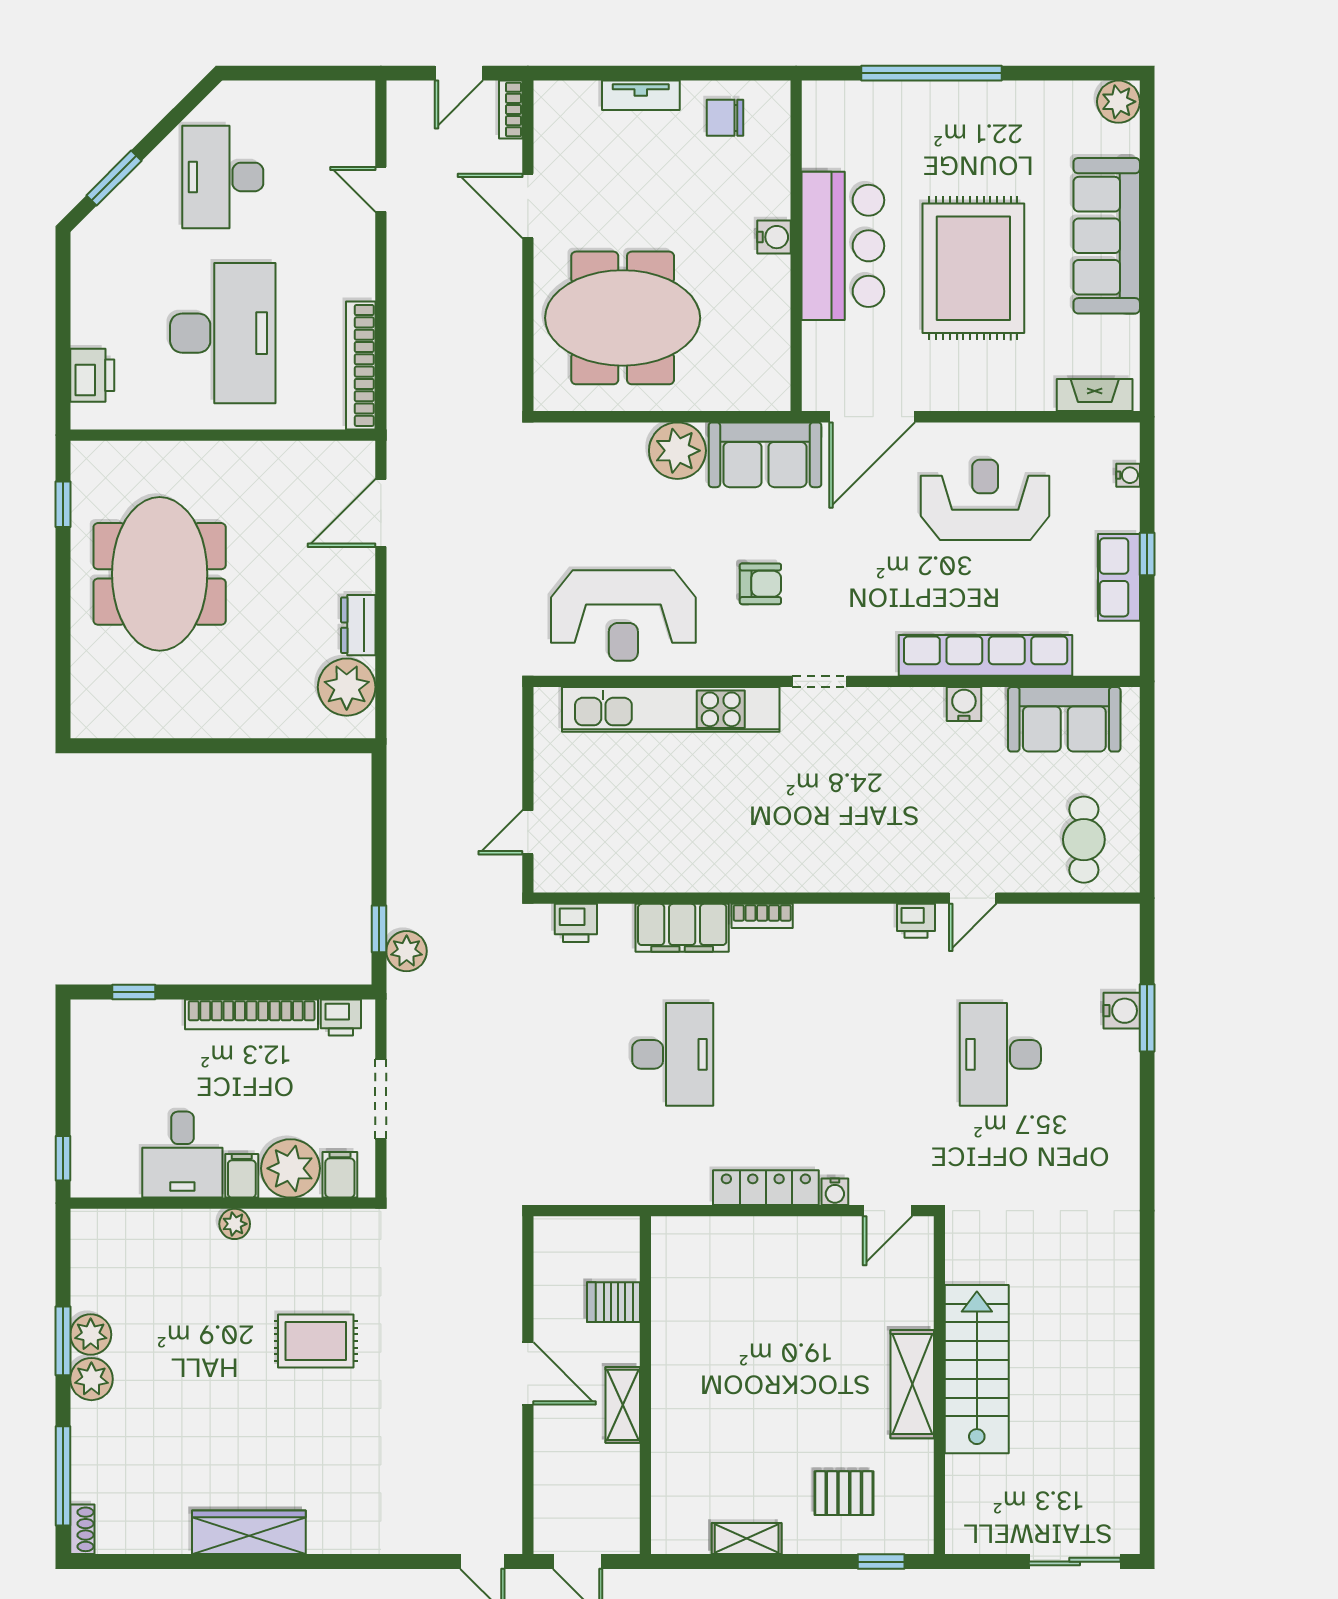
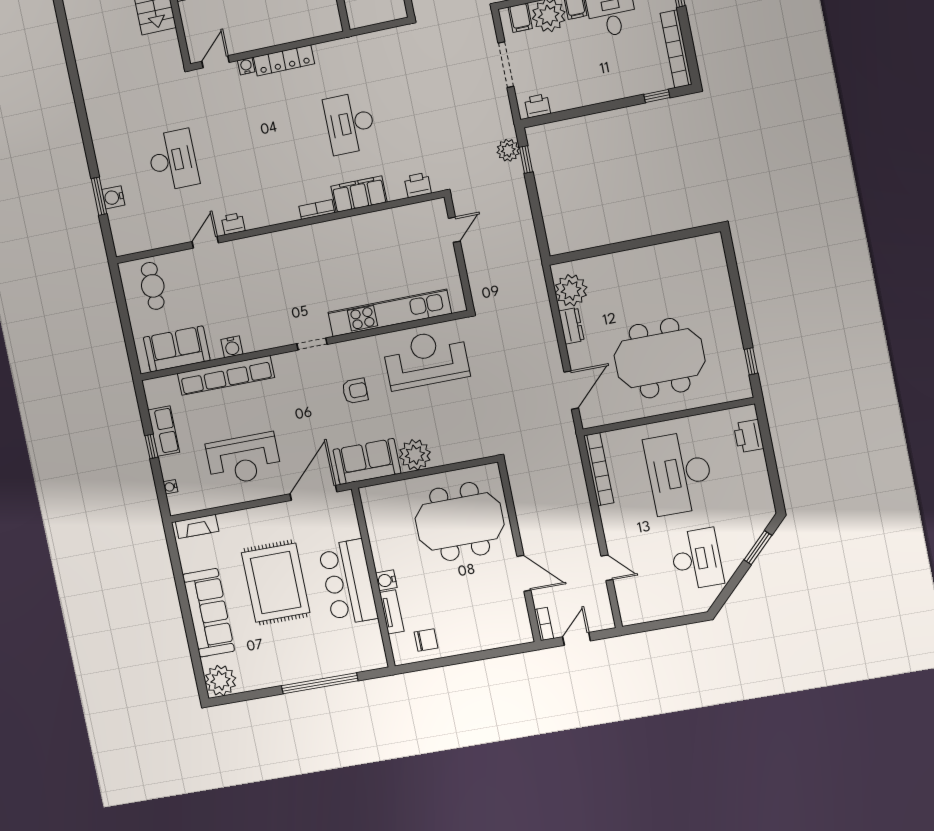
tv unit: (641, 95) -> (392, 612), moved, turned 90
plant: (1118, 102) -> (220, 680), width x1.36, depth x1.36
meeting table: (160, 574) -> (660, 358), moved, turned 90
armchair: (760, 584) -> (355, 391), turned 180
bookcase: (252, 1014) -> (676, 49), moved, turned -90

